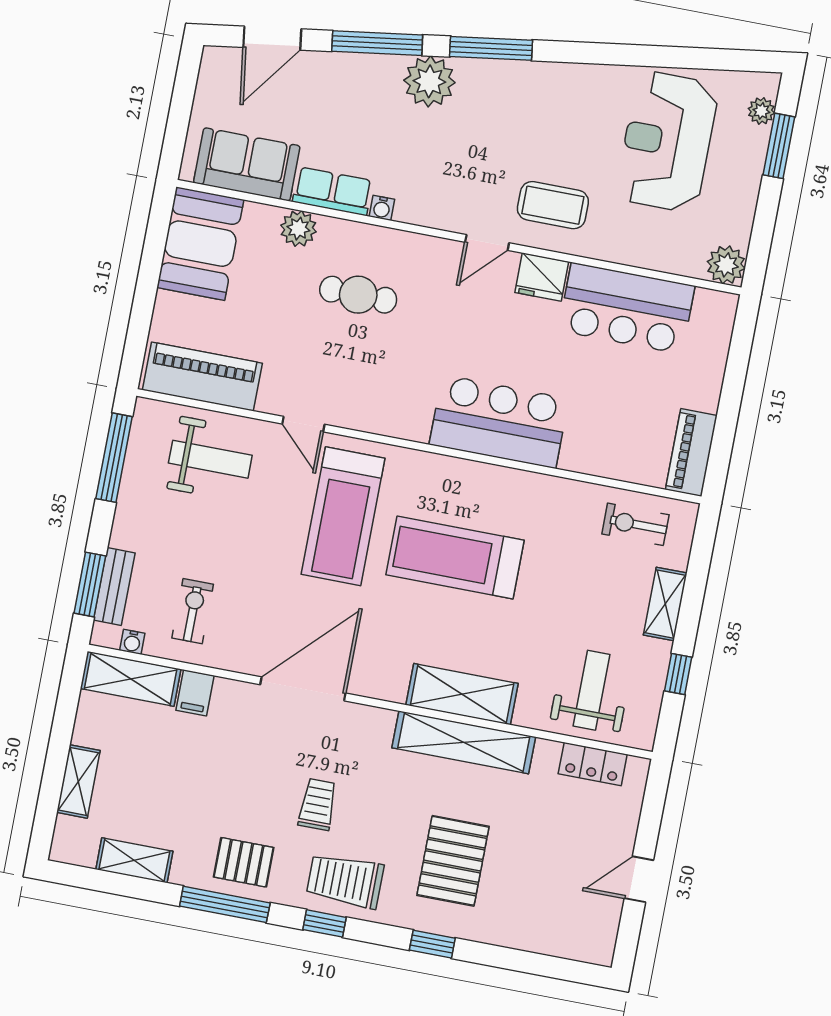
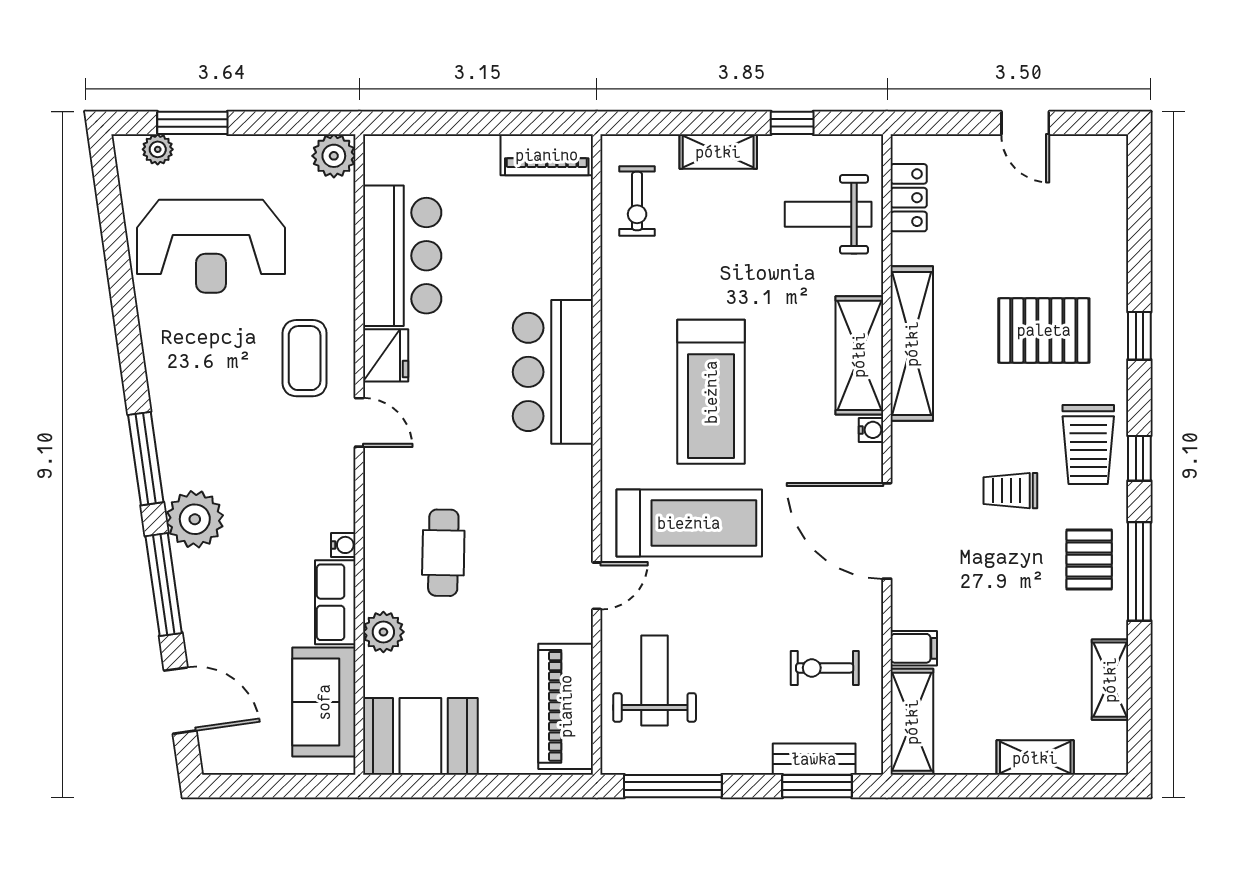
water cooler: (132, 642) -> (871, 430), moved

